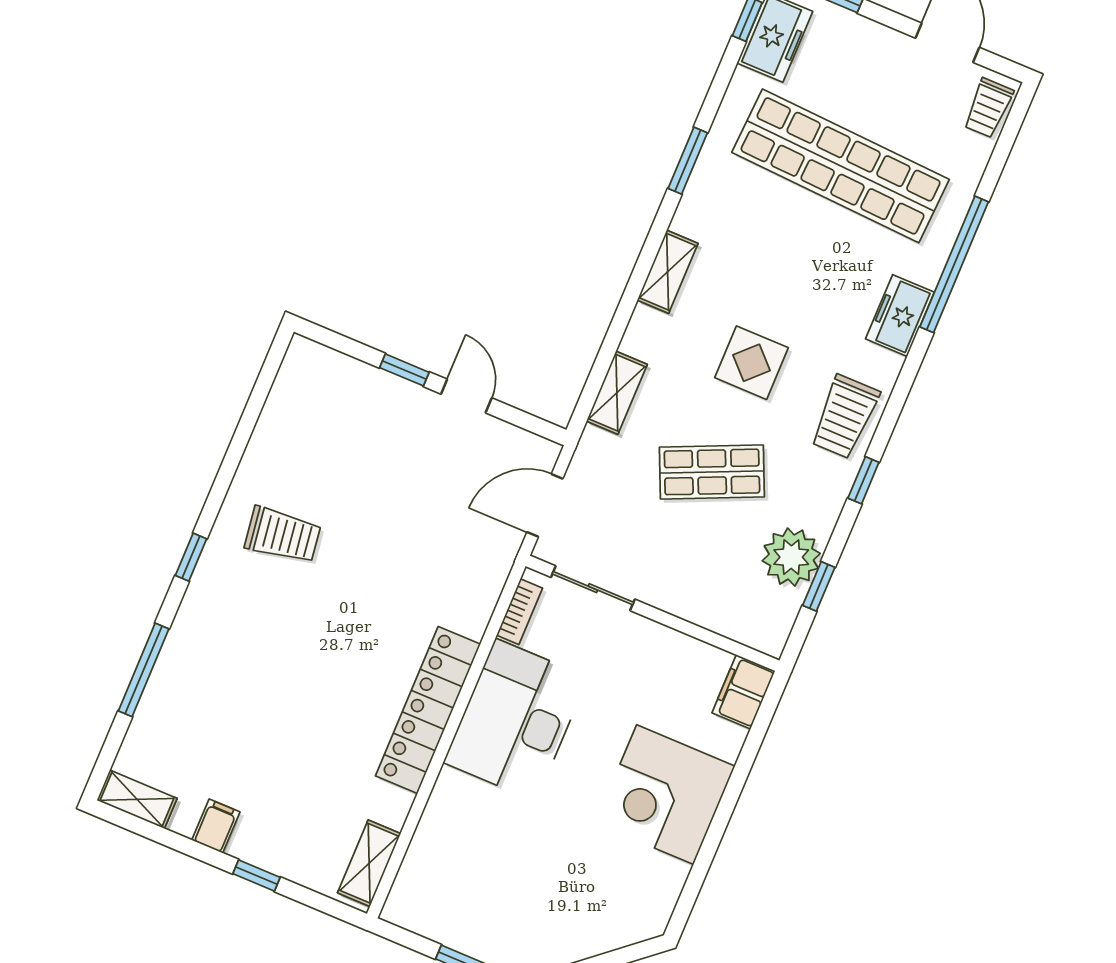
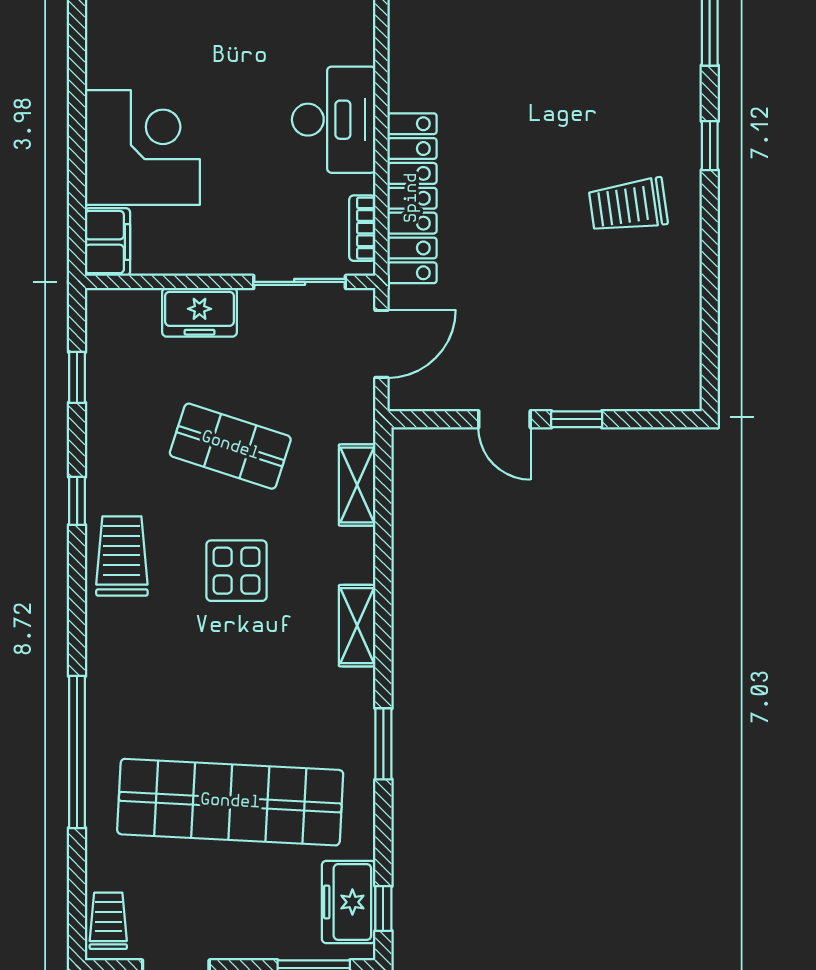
freezer: (900, 316) -> (199, 312), moved, turned 90
shop shelf: (712, 472) -> (230, 446), turned 42
plant: (791, 557) -> (116, 395), removed
locker: (428, 710) -> (412, 198), moved
desk: (516, 720) -> (334, 120), width x0.73, depth x0.77
corner desk: (665, 795) -> (142, 148), moved

